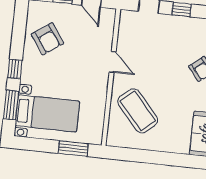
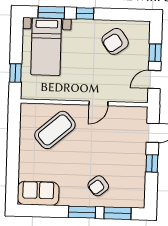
window: (73, 149) -> (16, 73), width x0.67

